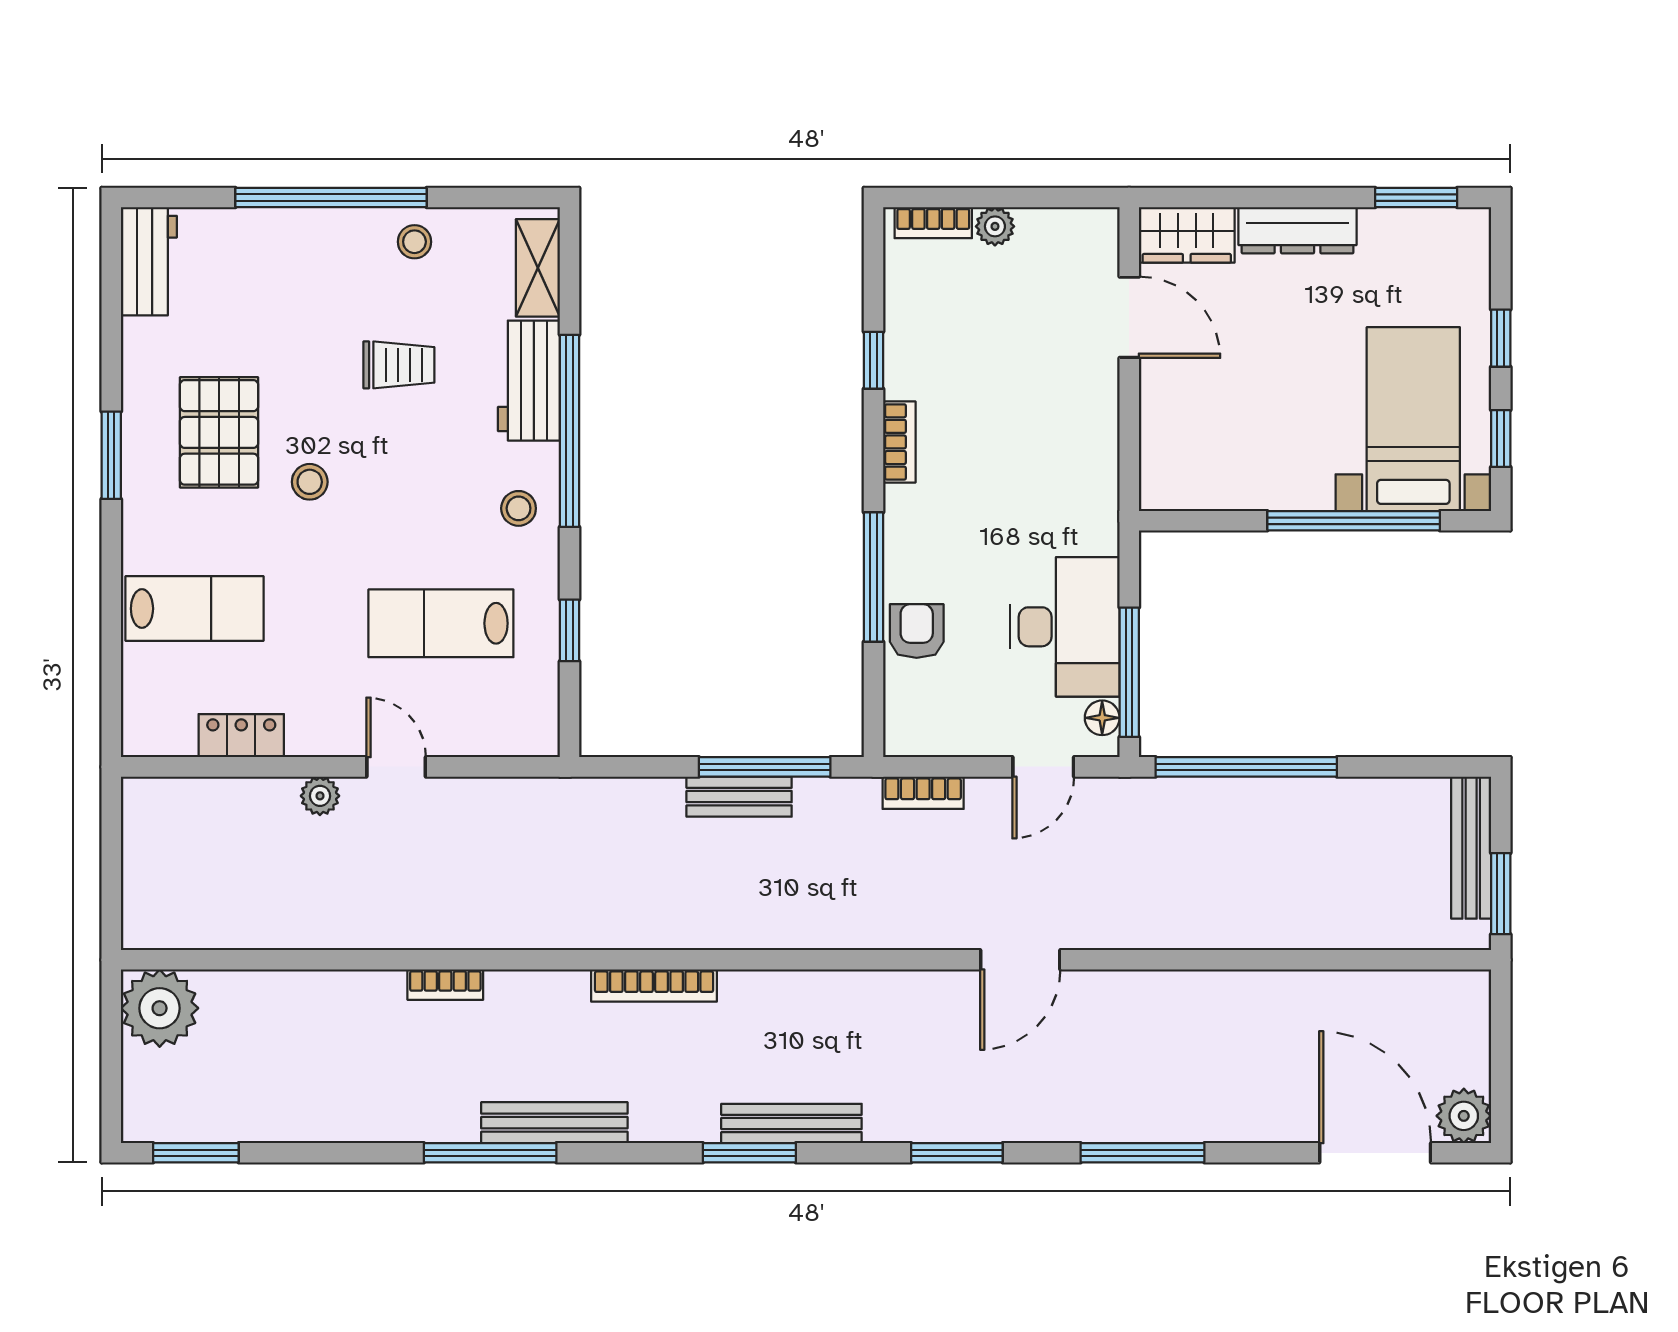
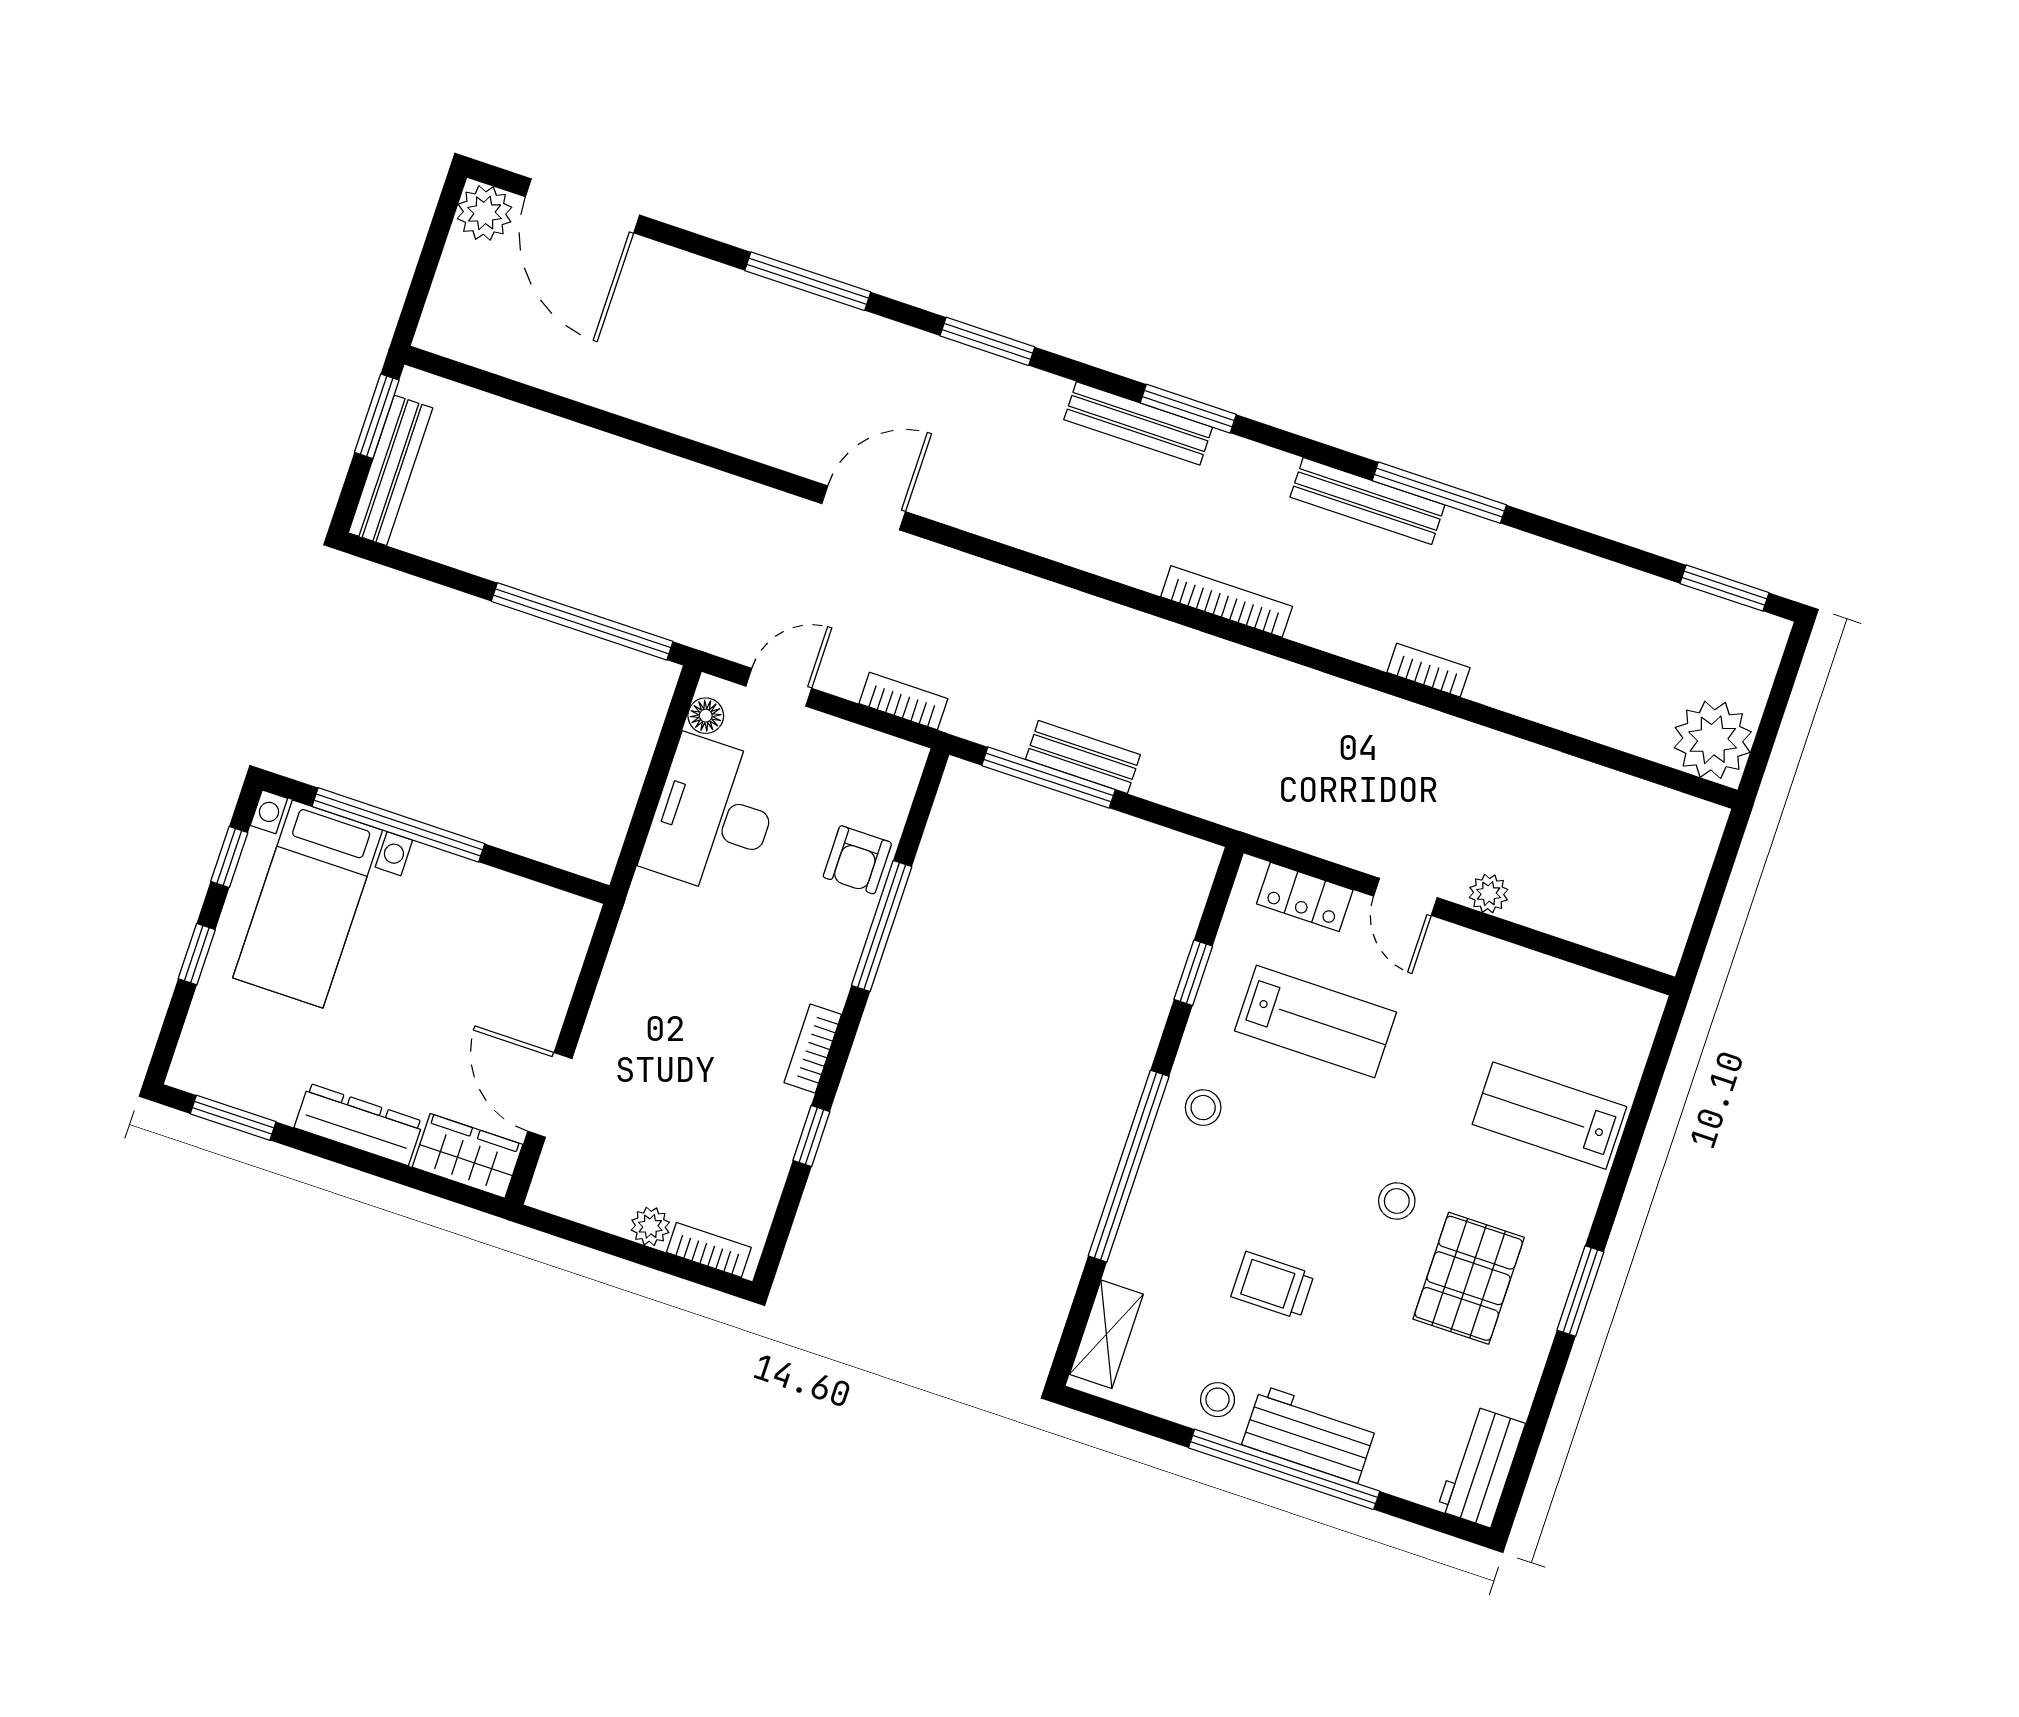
workbench: (529, 381) -> (1310, 1434), moved, turned -90
window: (1129, 672) -> (665, 751), removed
locker: (241, 736) -> (1305, 897), moved

